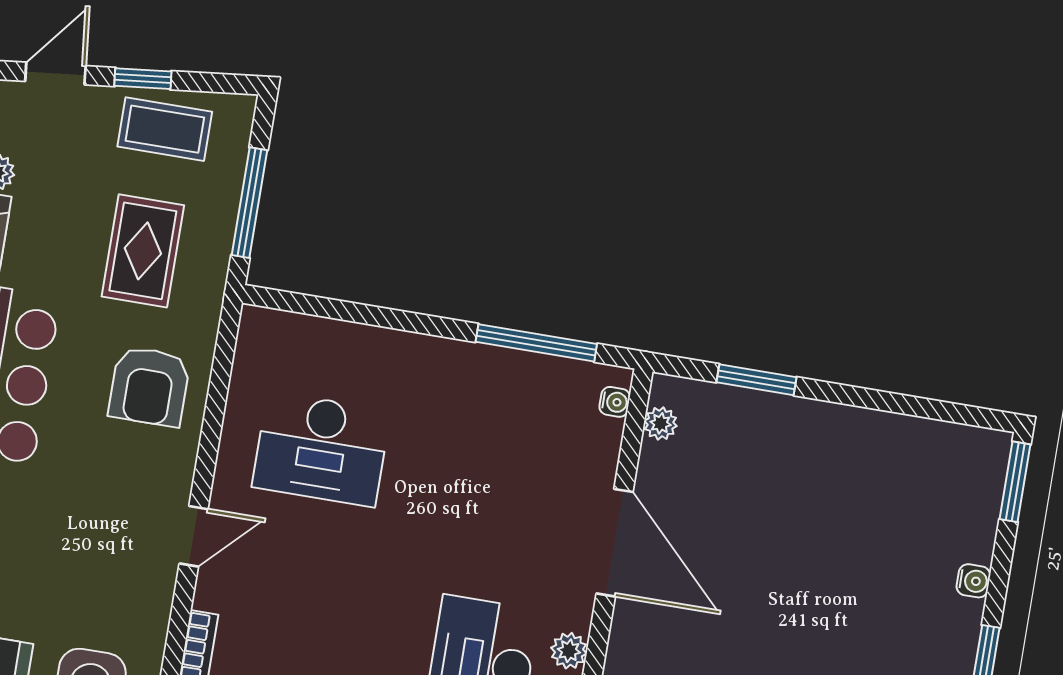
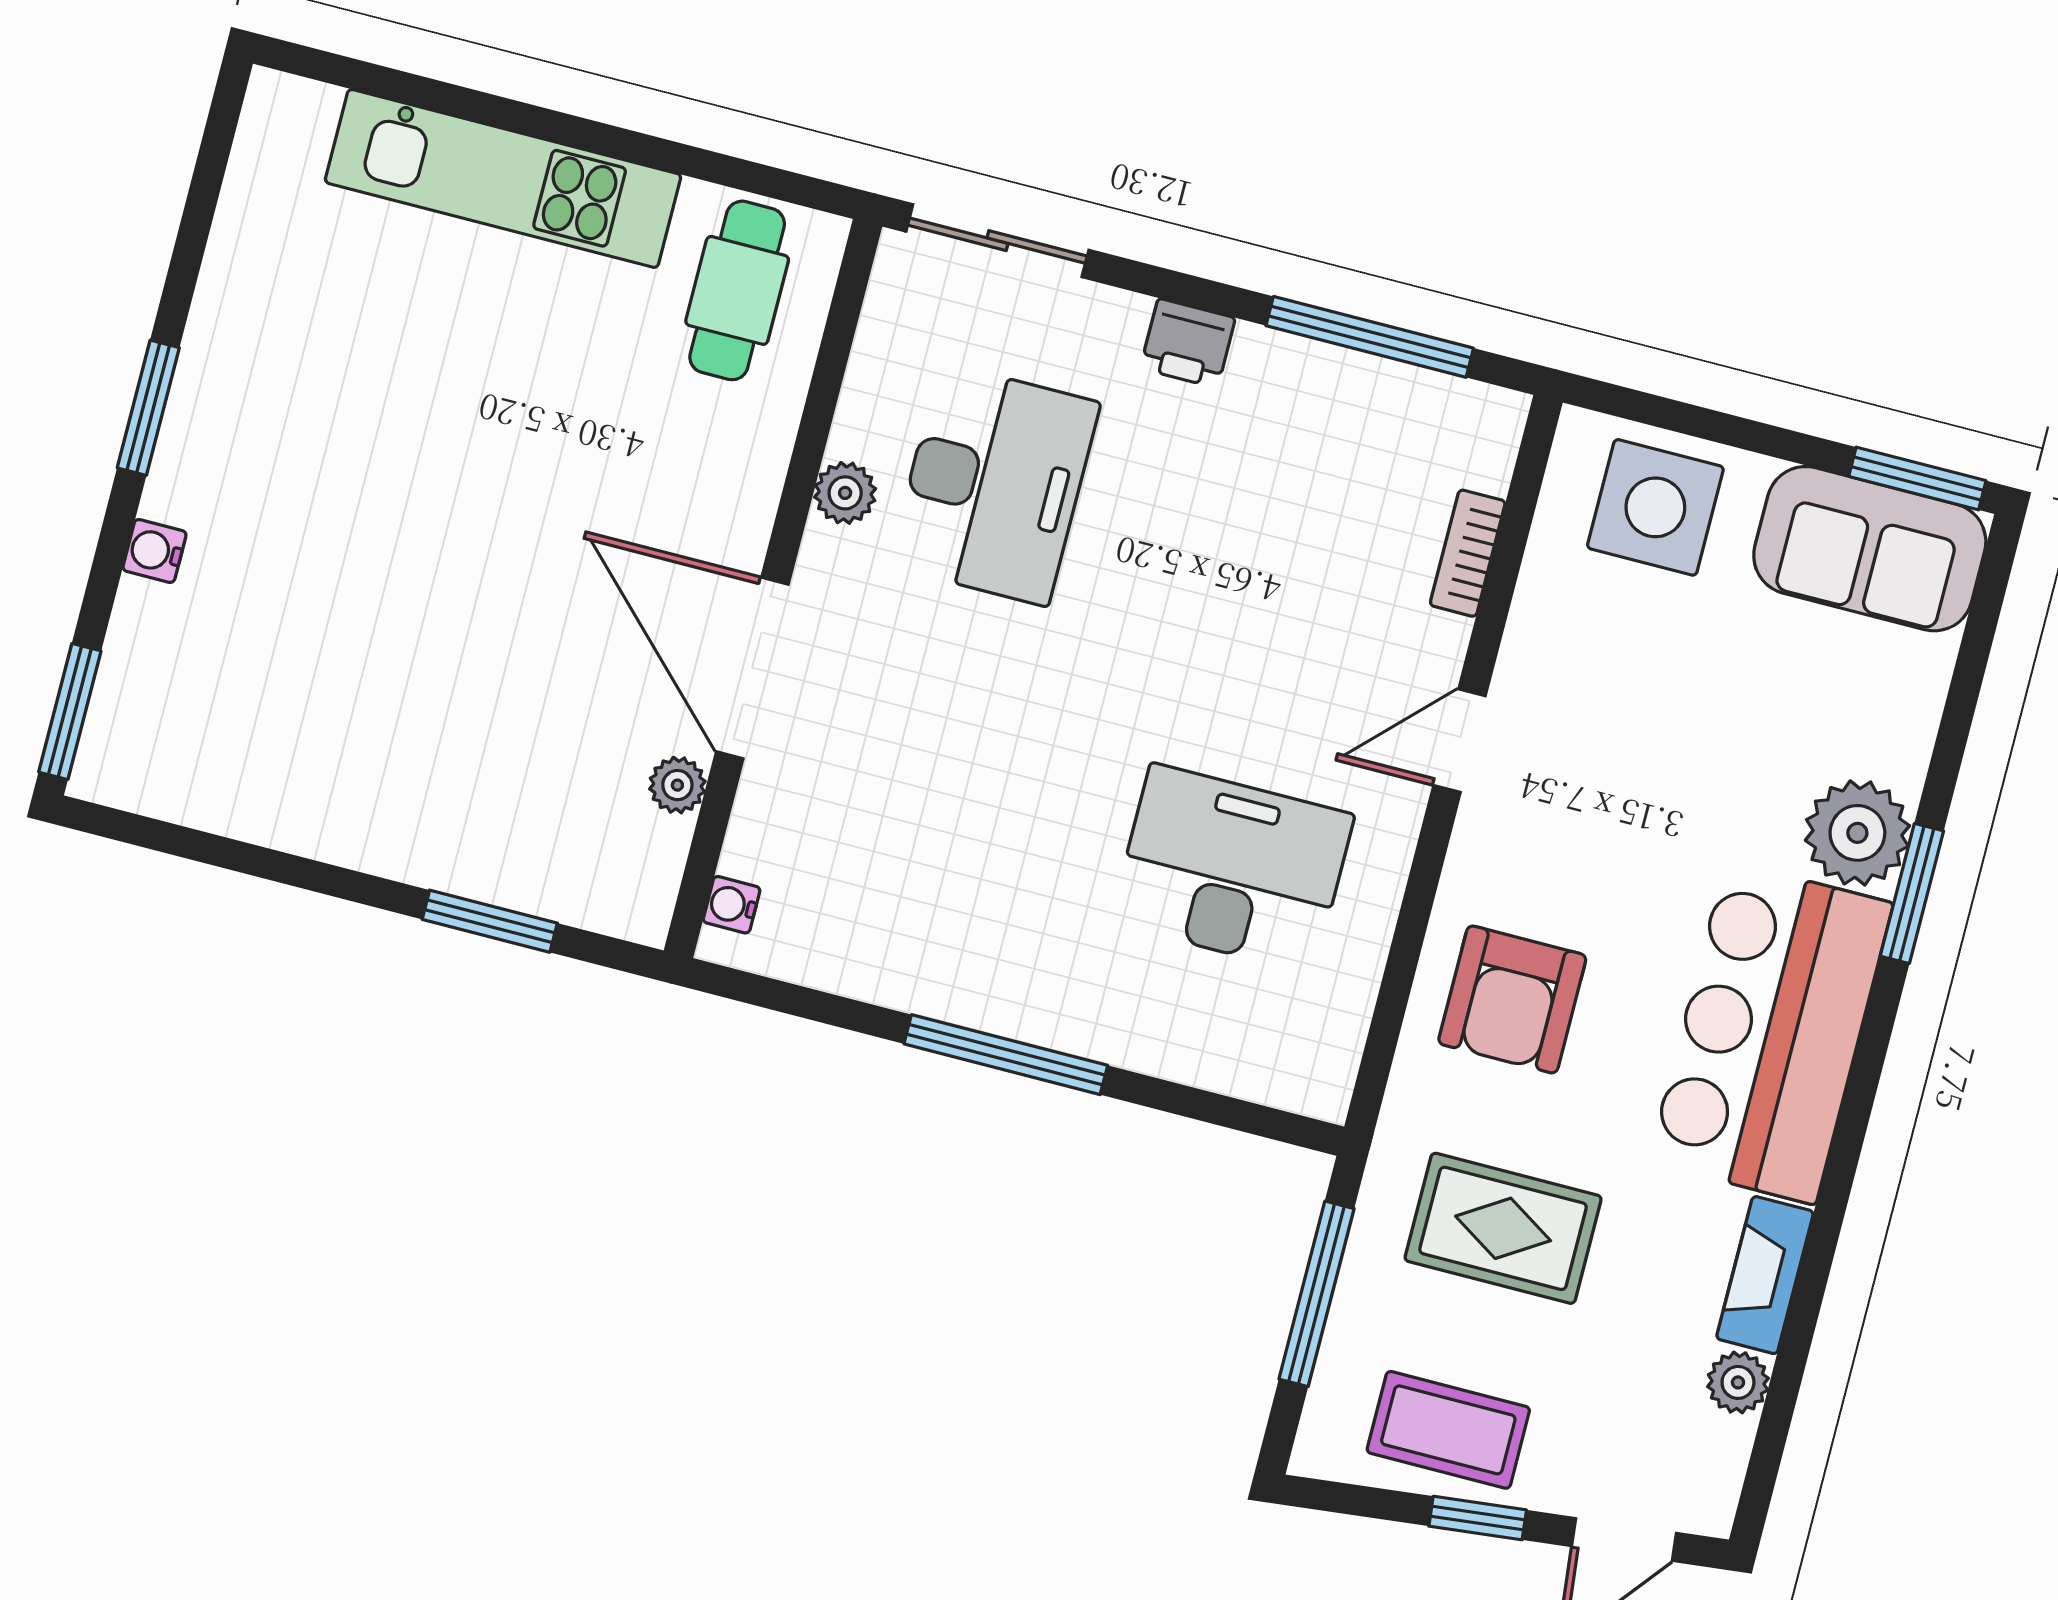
rug: (143, 251) -> (1503, 1228), turned 90
window: (536, 343) -> (1006, 1055), moved
armchair: (149, 386) -> (1512, 999), turned 180
plant: (661, 423) -> (677, 785), moved

